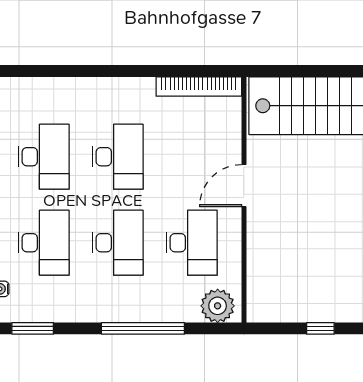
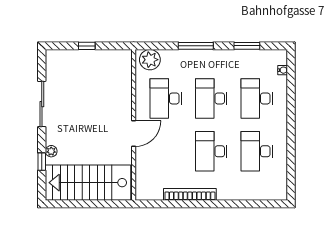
bookcase: (199, 86) -> (190, 194), moved
window: (33, 328) -> (247, 46), moved
window: (143, 328) -> (196, 46), width x0.68

